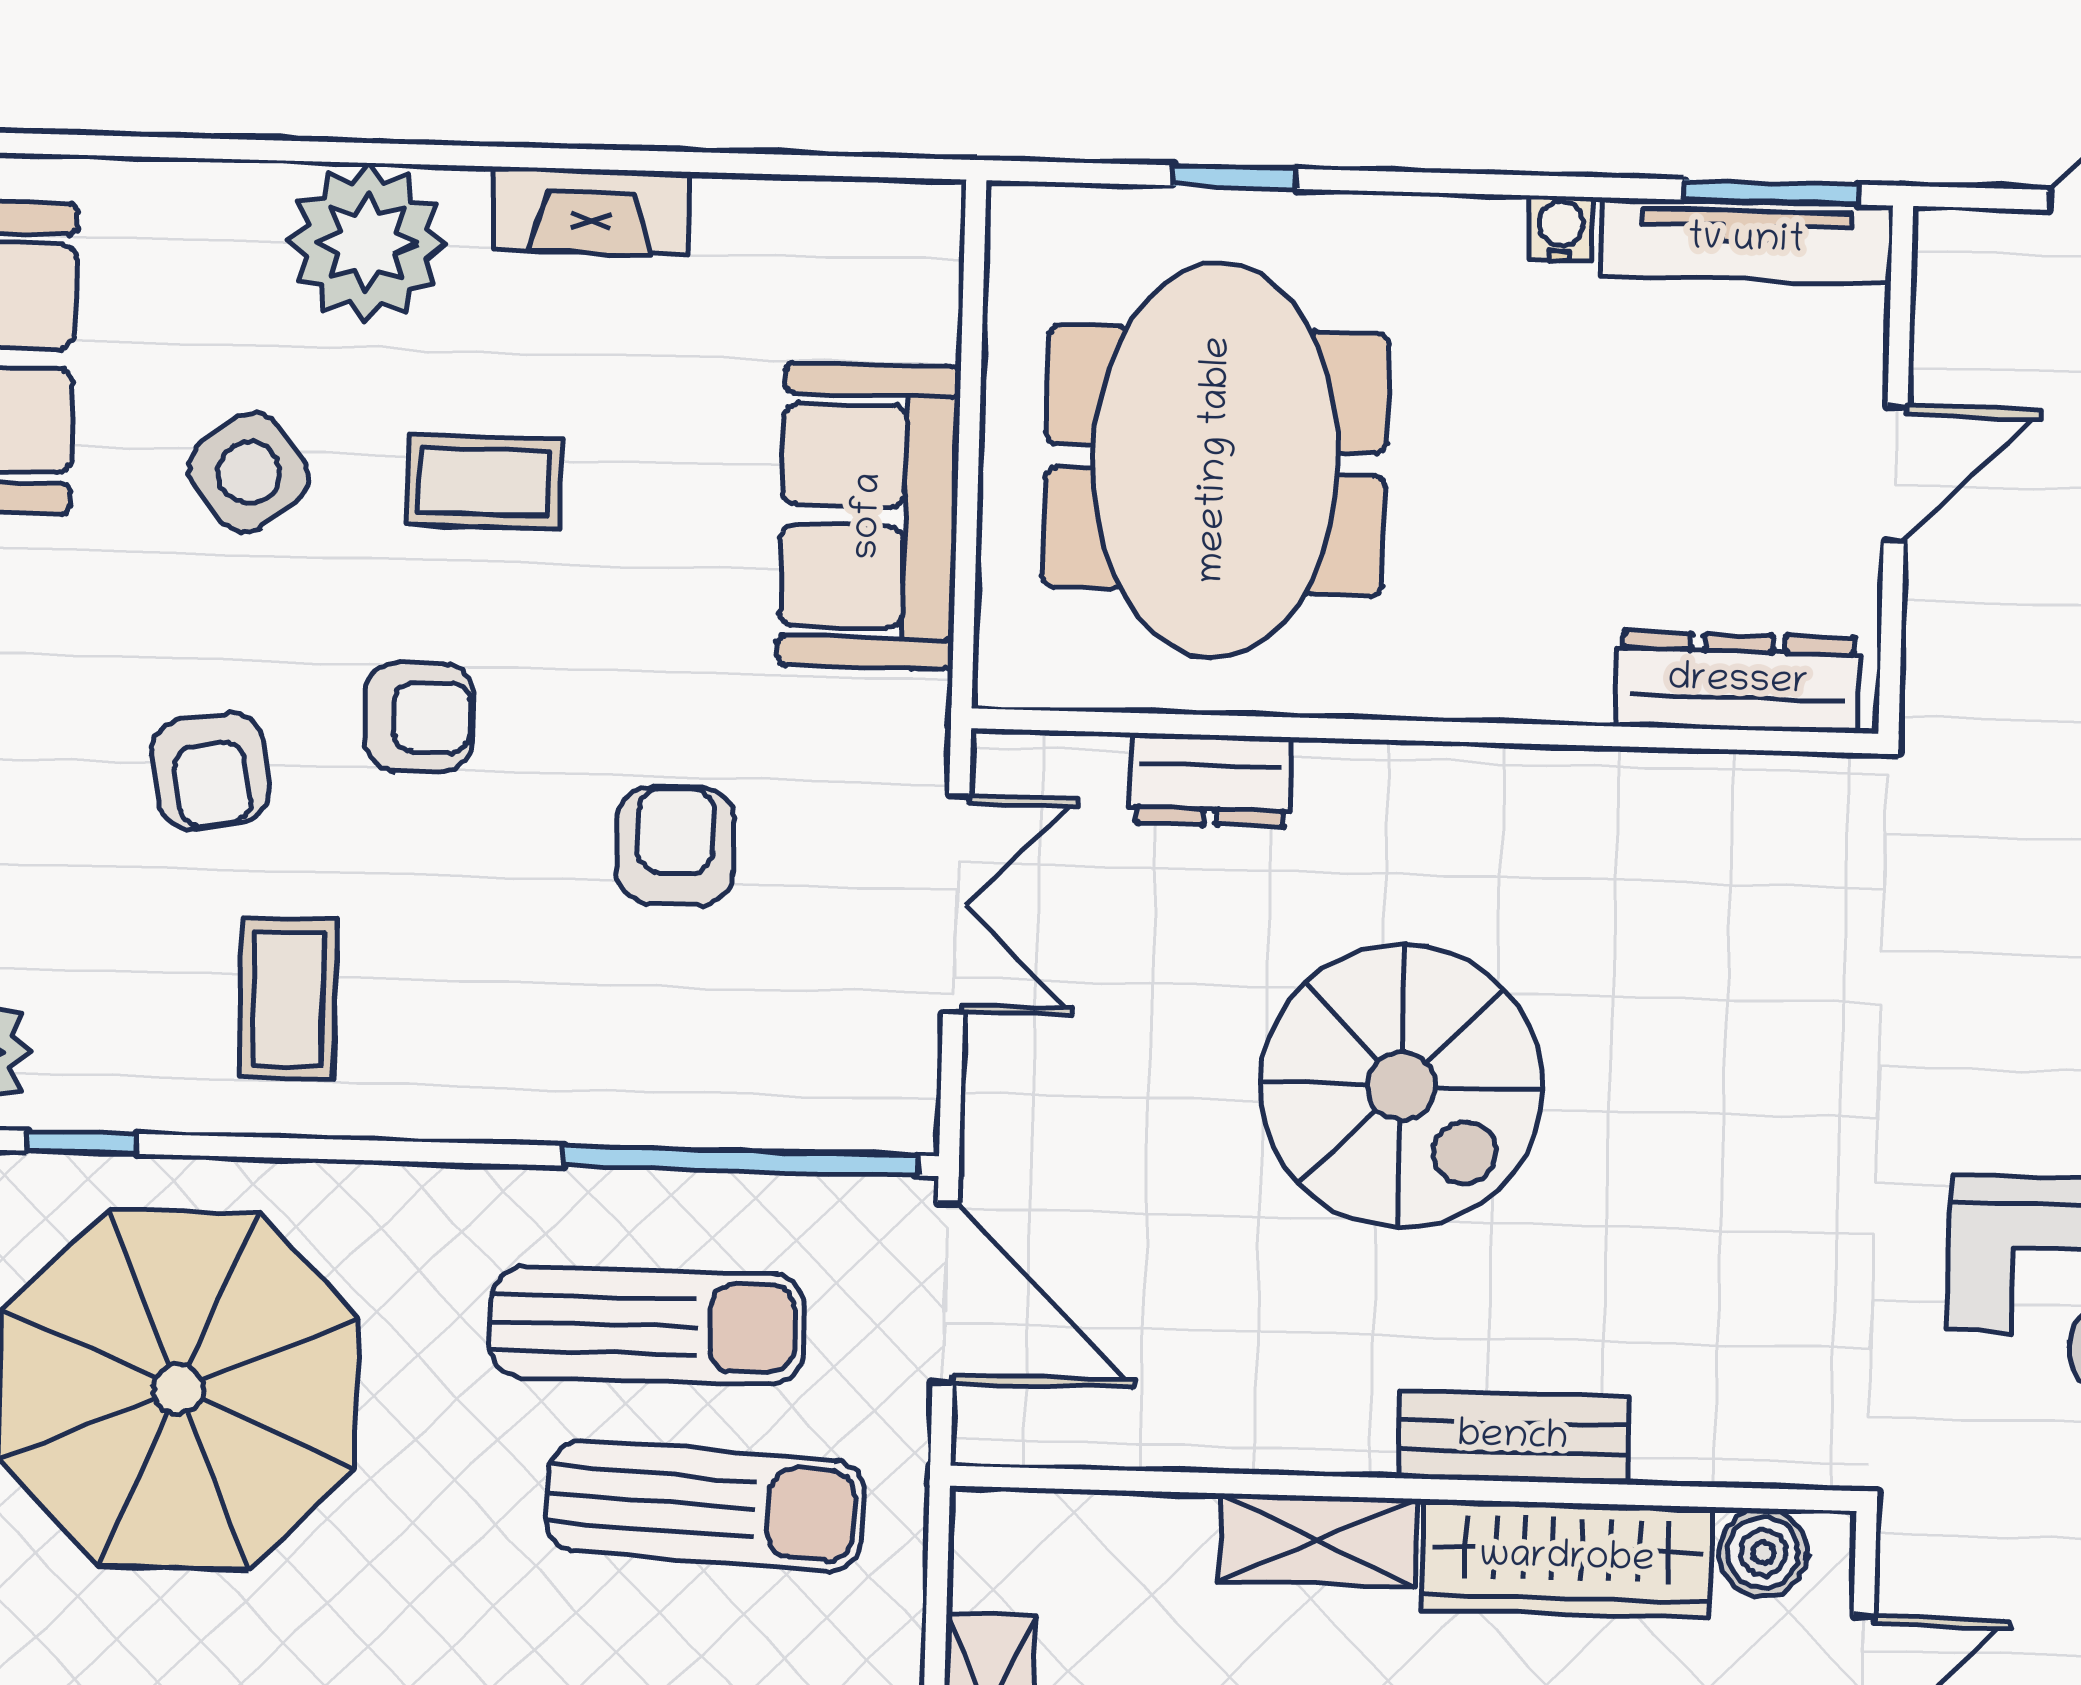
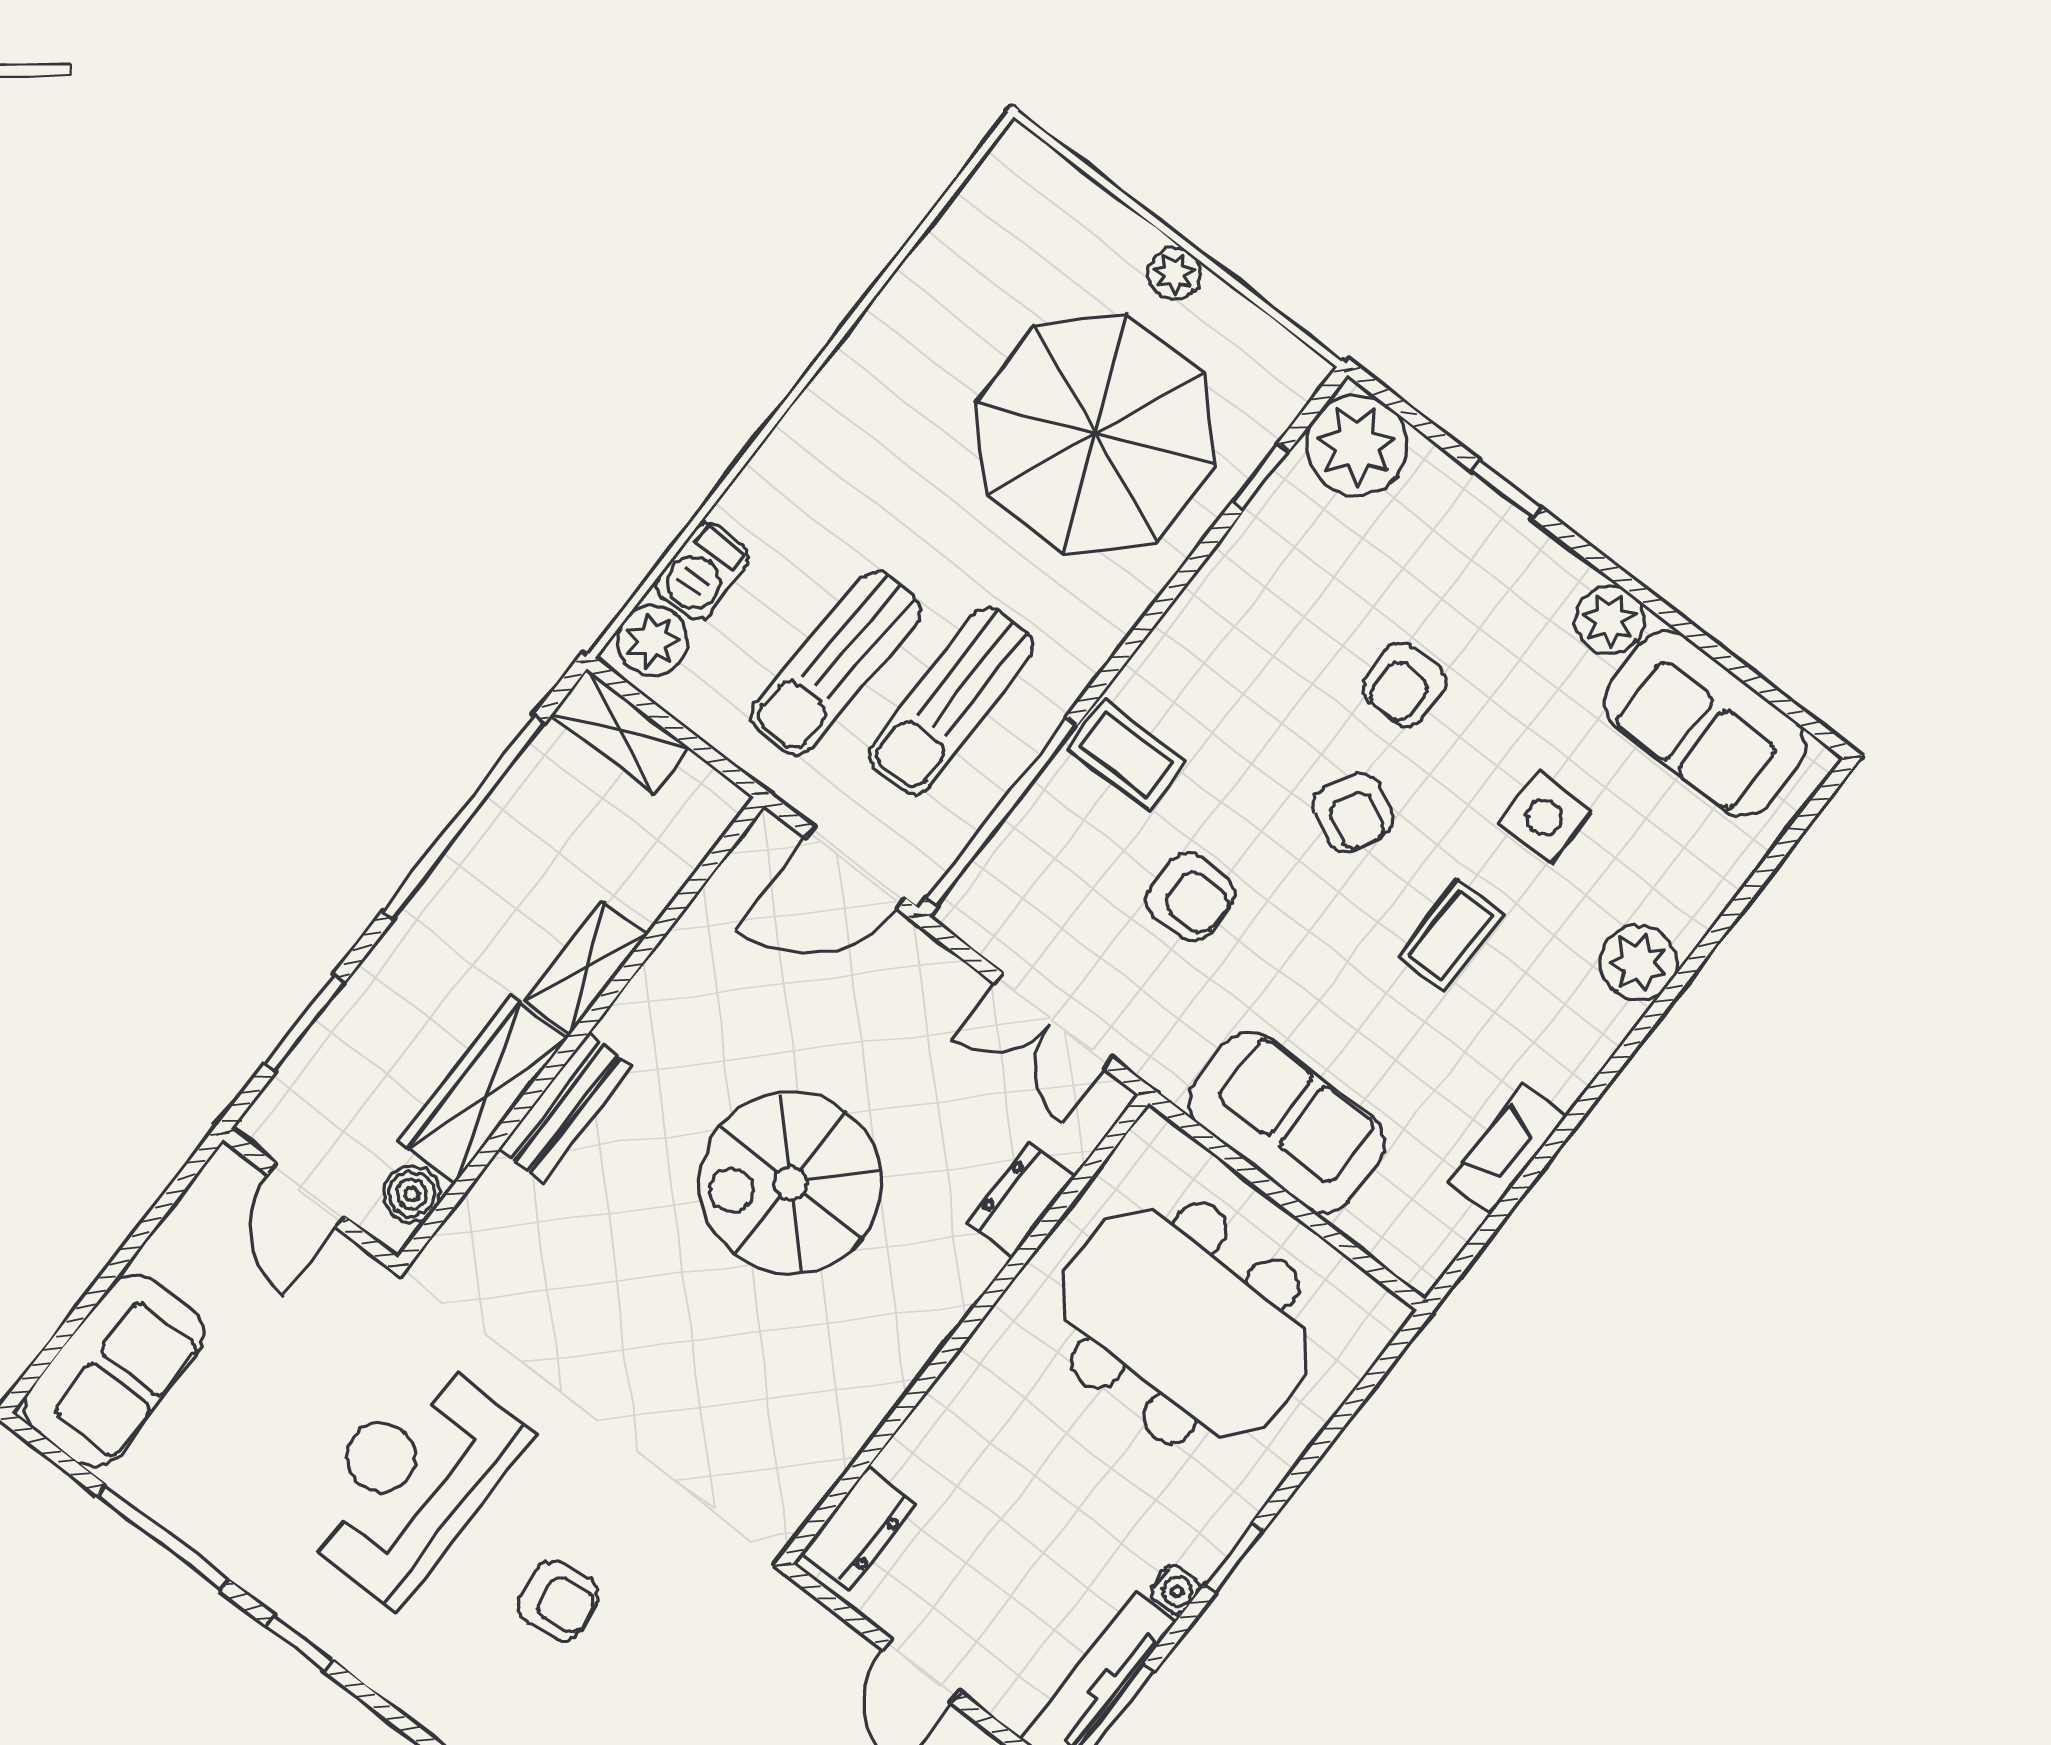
window: (1235, 177) -> (1234, 1557), moved
fireplace: (591, 211) -> (1507, 1150), moved
plant: (366, 243) -> (1638, 963), width x0.73, depth x0.73
side table: (249, 473) -> (1544, 817), turned 38
dresser: (1738, 682) -> (858, 1529), width x0.70
armchair: (419, 717) -> (1353, 813), turned -63
armchair: (211, 771) -> (1404, 684), turned -80
coffee table: (288, 999) -> (1127, 755), moved

